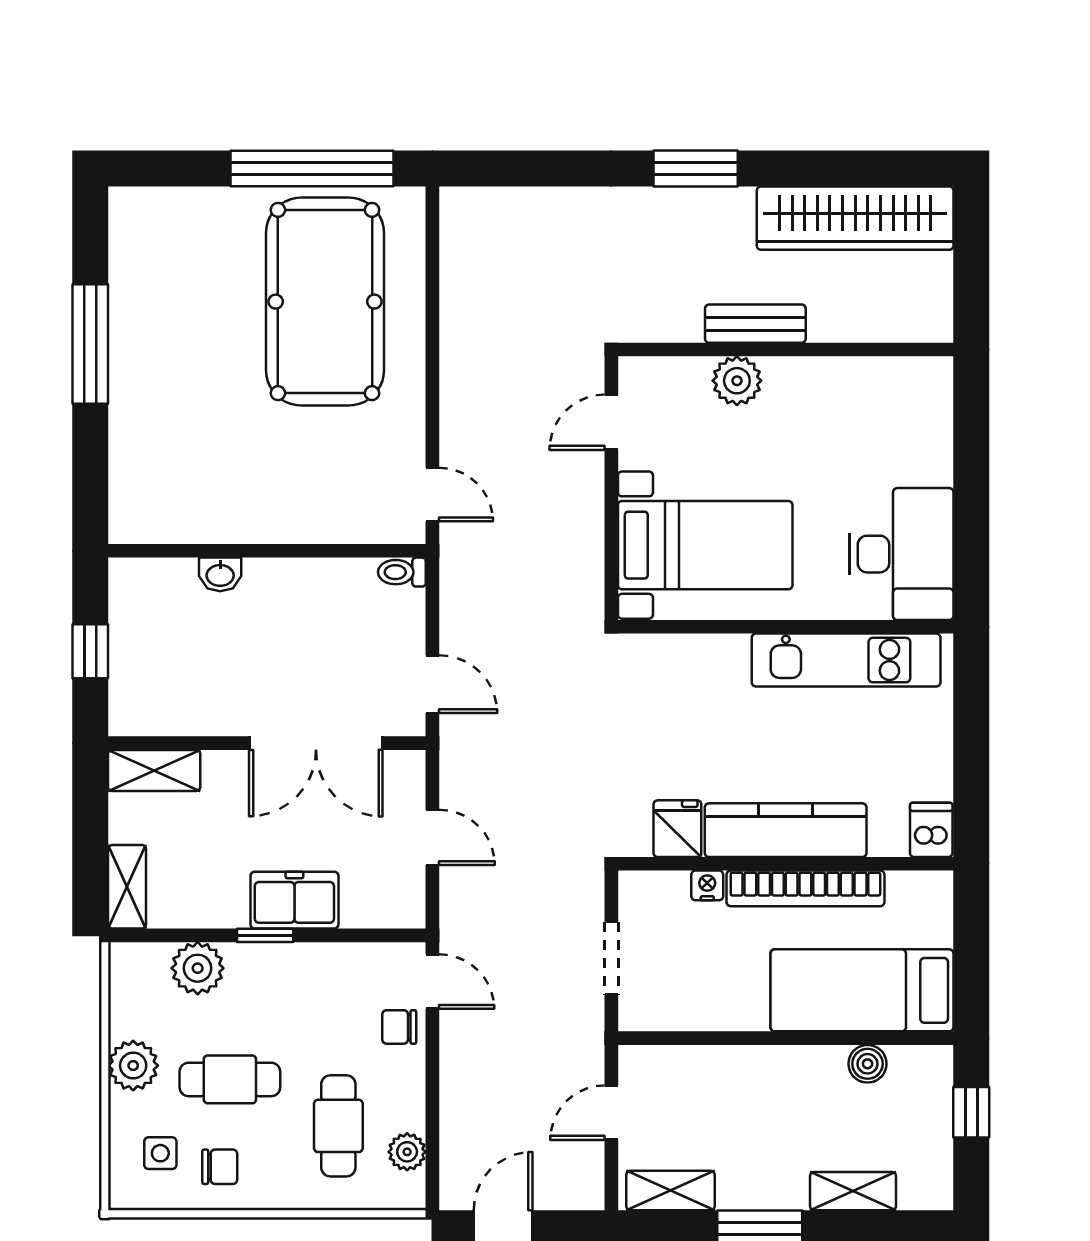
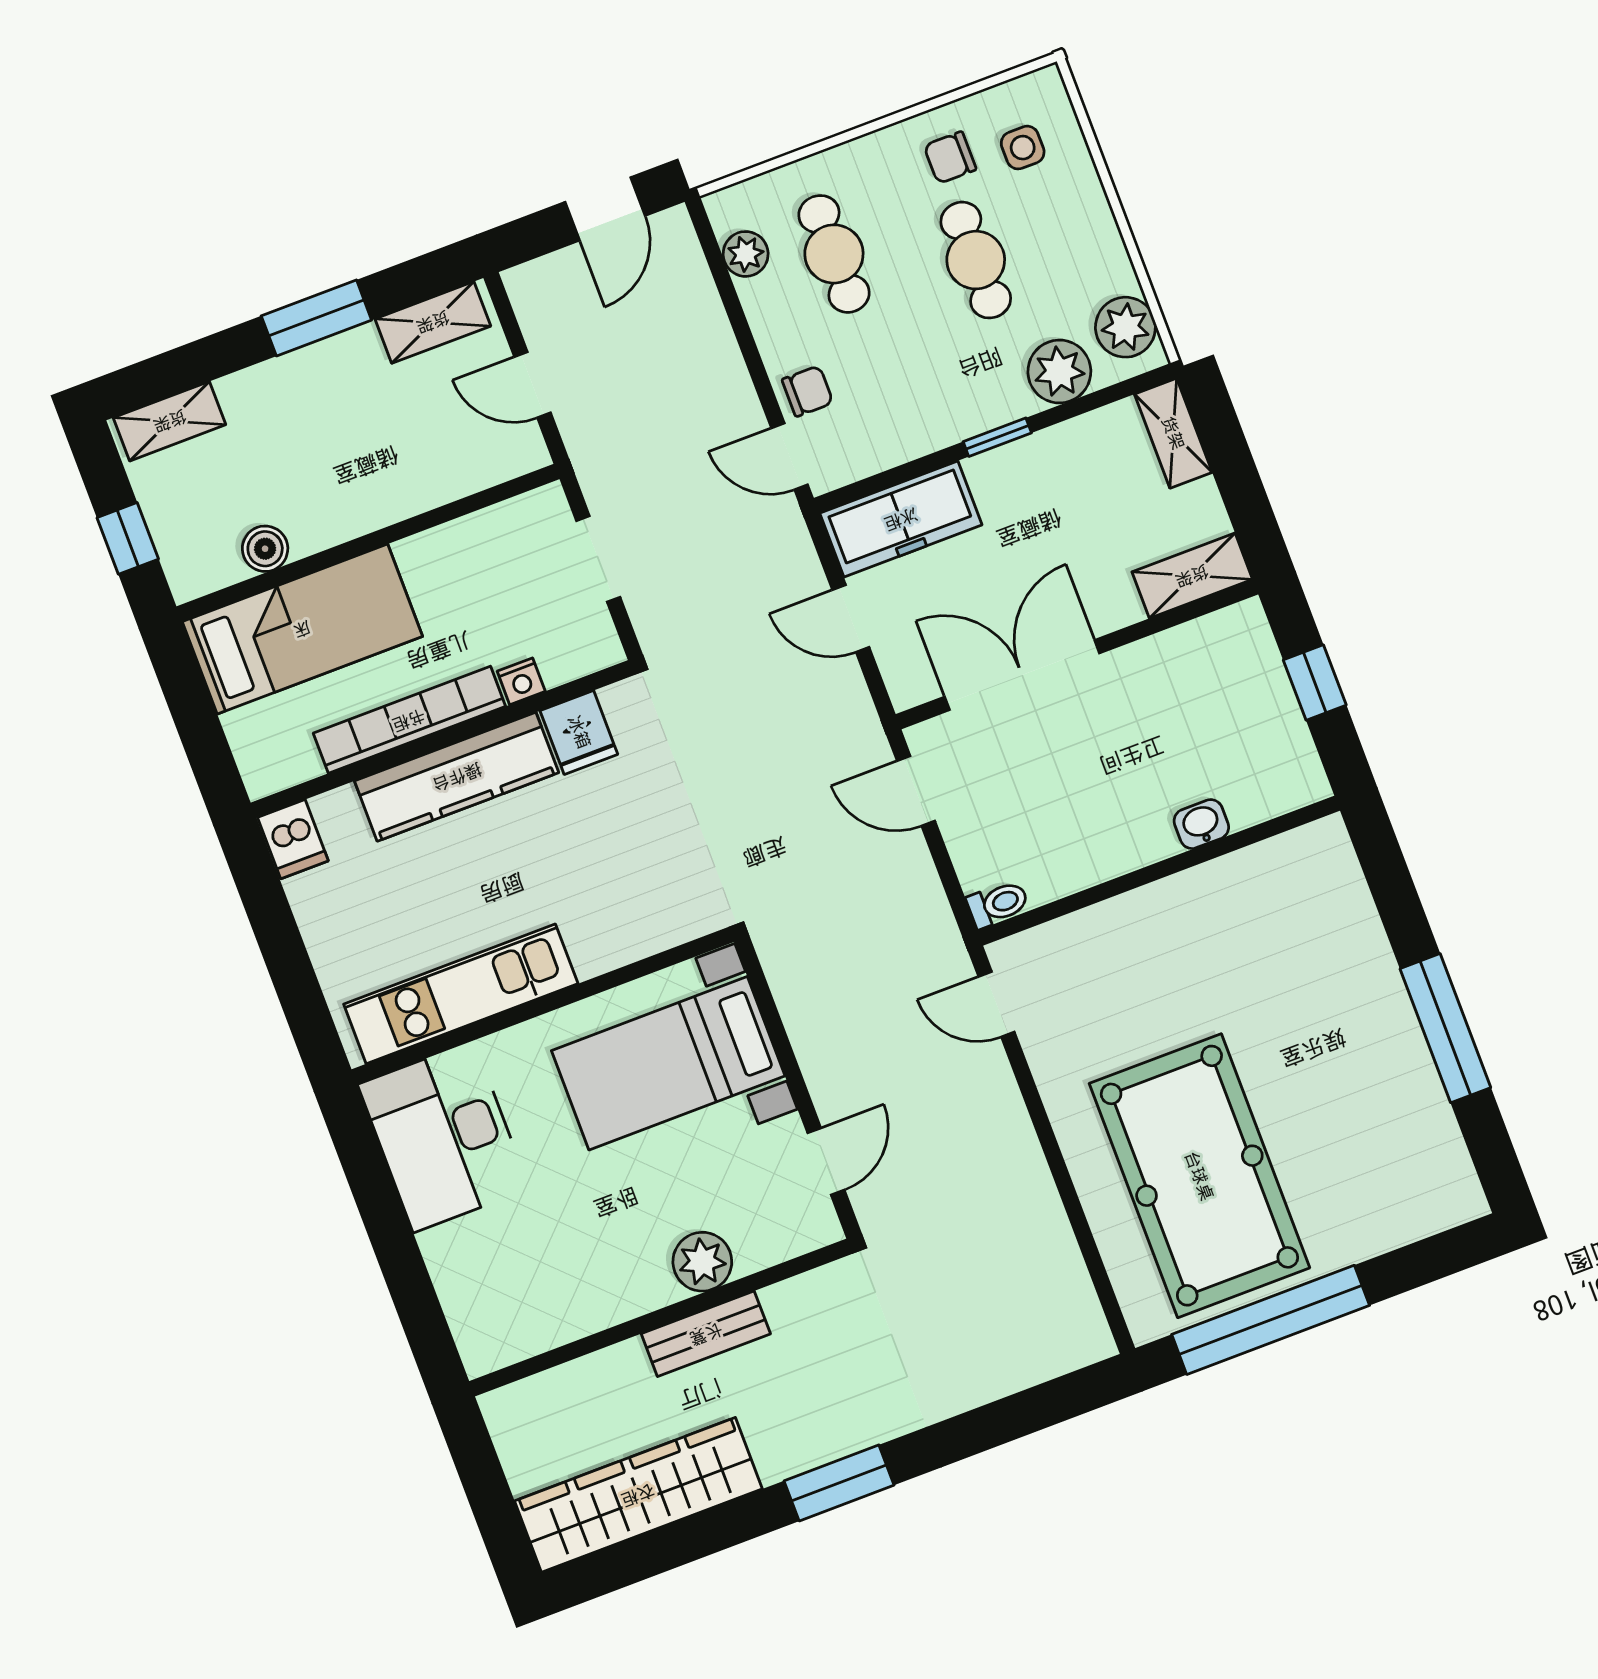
freezer: (294, 900) -> (901, 519), moved, width x1.40
plant: (133, 1066) -> (1125, 327), moved
cafe table: (230, 1079) -> (976, 260), turned 90
door: (611, 1113) -> (532, 385), swing flipped
shelving: (853, 1191) -> (170, 421), moved

